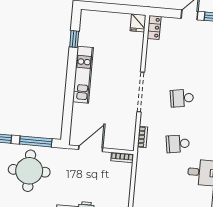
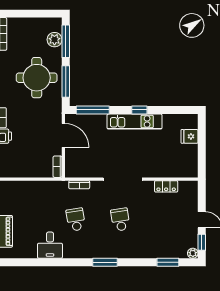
fridge: (138, 23) -> (190, 136), moved
locker: (154, 27) -> (166, 186), moved
window: (74, 39) -> (139, 110), moved
window: (67, 116) -> (93, 110), added

